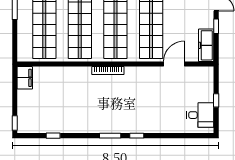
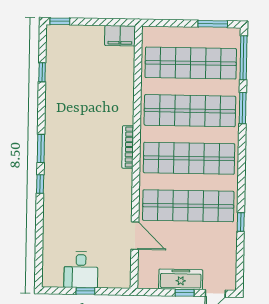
freezer: (206, 45) -> (181, 279), moved
desk: (200, 115) -> (81, 270), moved

